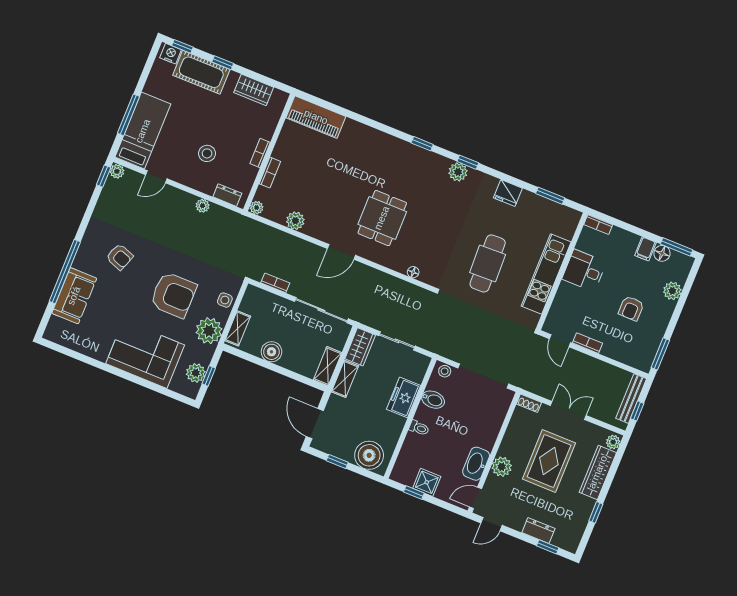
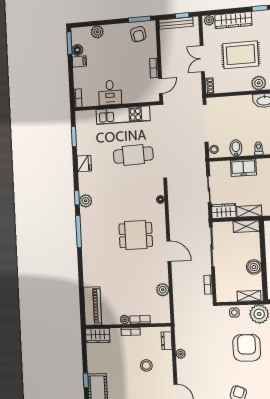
wardrobe: (254, 90) -> (98, 336), moved, turned 90
window: (422, 144) -> (79, 232), width x2.17
plant: (257, 208) -> (125, 320), moved
armchair: (631, 308) -> (138, 34), moved, turned 79

